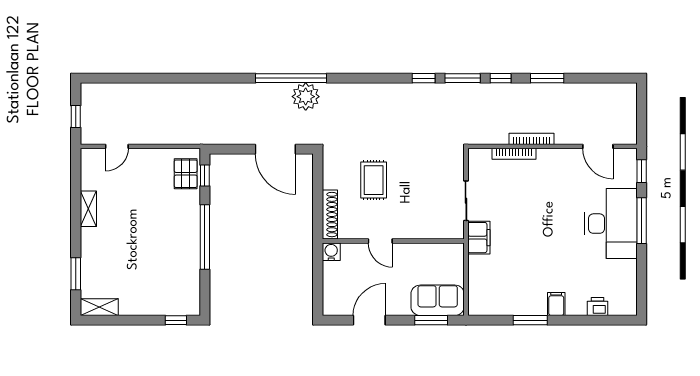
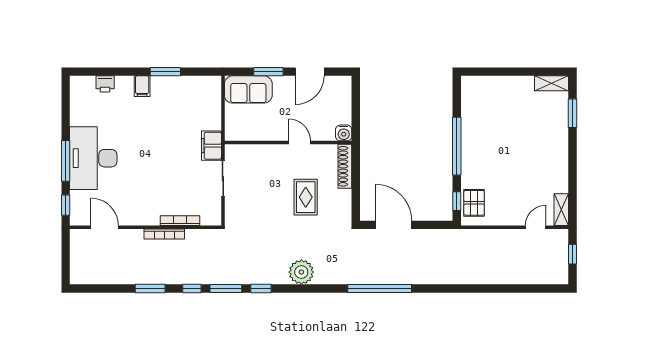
plant: (306, 97) -> (301, 272), moved
shelving: (88, 209) -> (561, 210), moved
window: (176, 320) -> (483, 72), removed
window: (431, 320) -> (268, 72), moved

